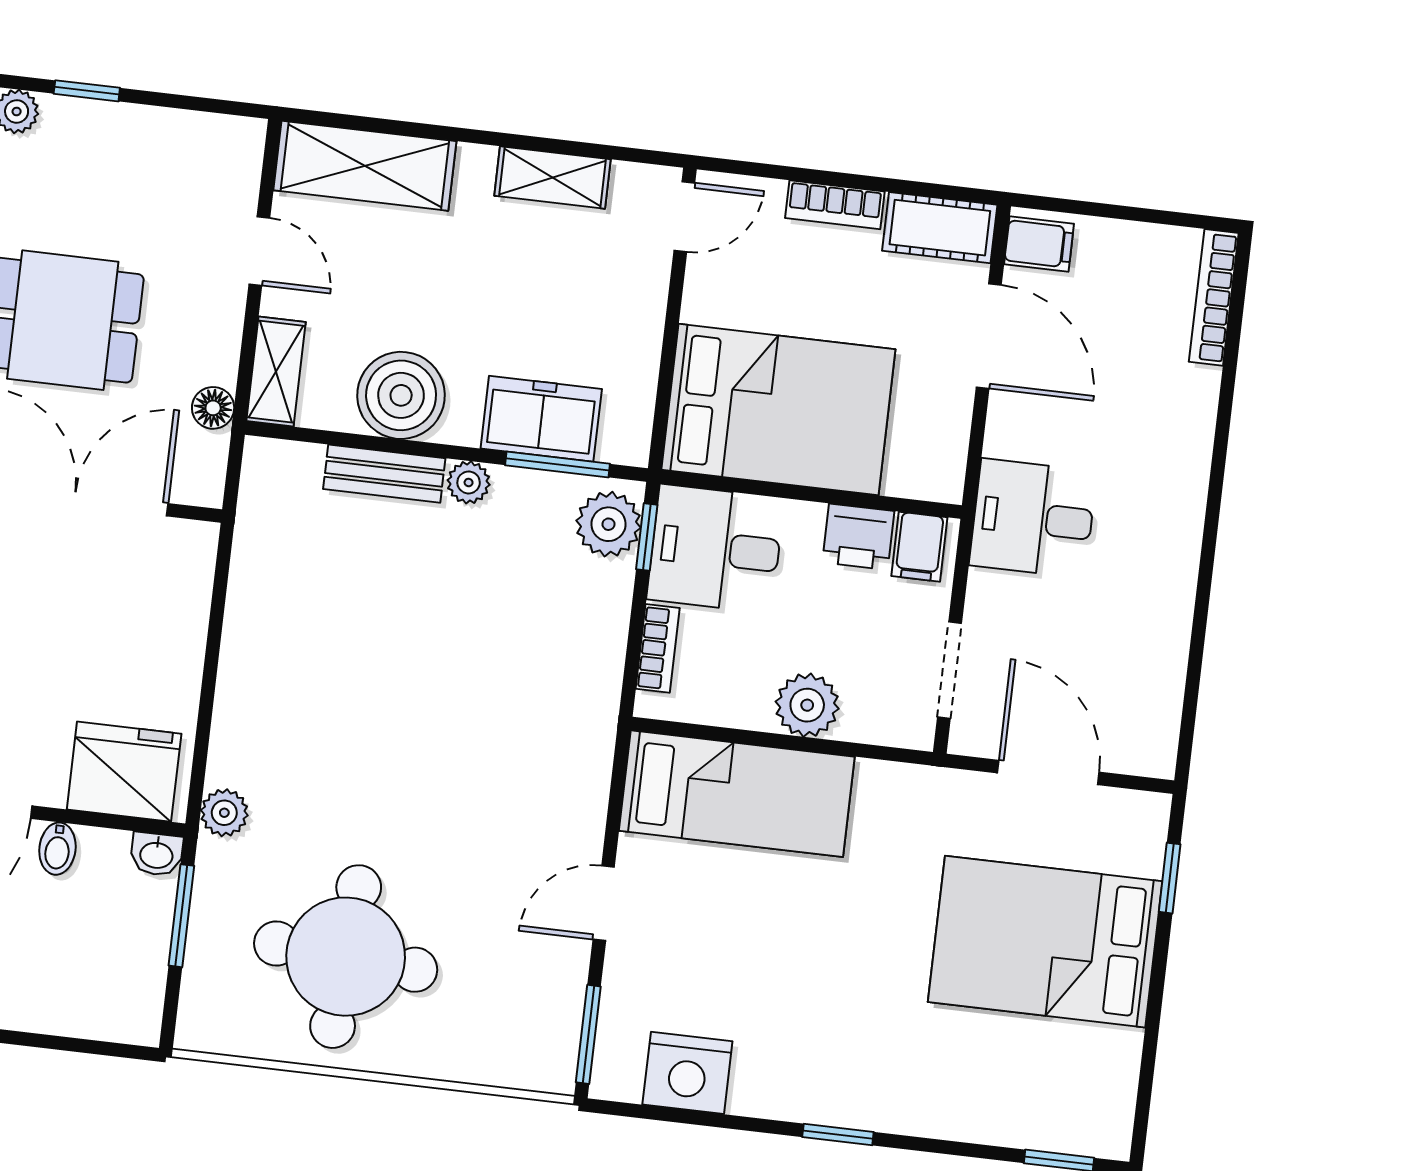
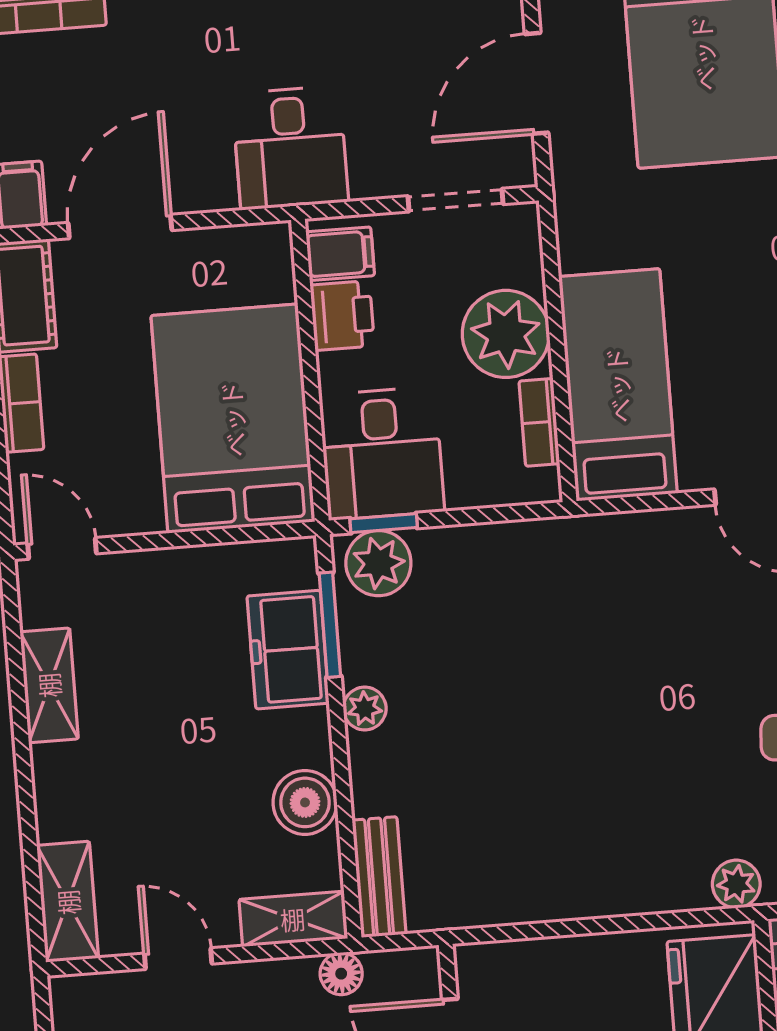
shelving: (365, 166) -> (68, 902), width x0.67, depth x0.75
door: (259, 251) -> (178, 959), hinge flipped
boiler: (401, 395) -> (305, 802), width x0.73, depth x0.73
bench: (384, 474) -> (379, 877), moved
bookcase: (658, 648) -> (539, 422), moved, turned -90
plant: (807, 705) -> (506, 334), width x1.36, depth x1.36

